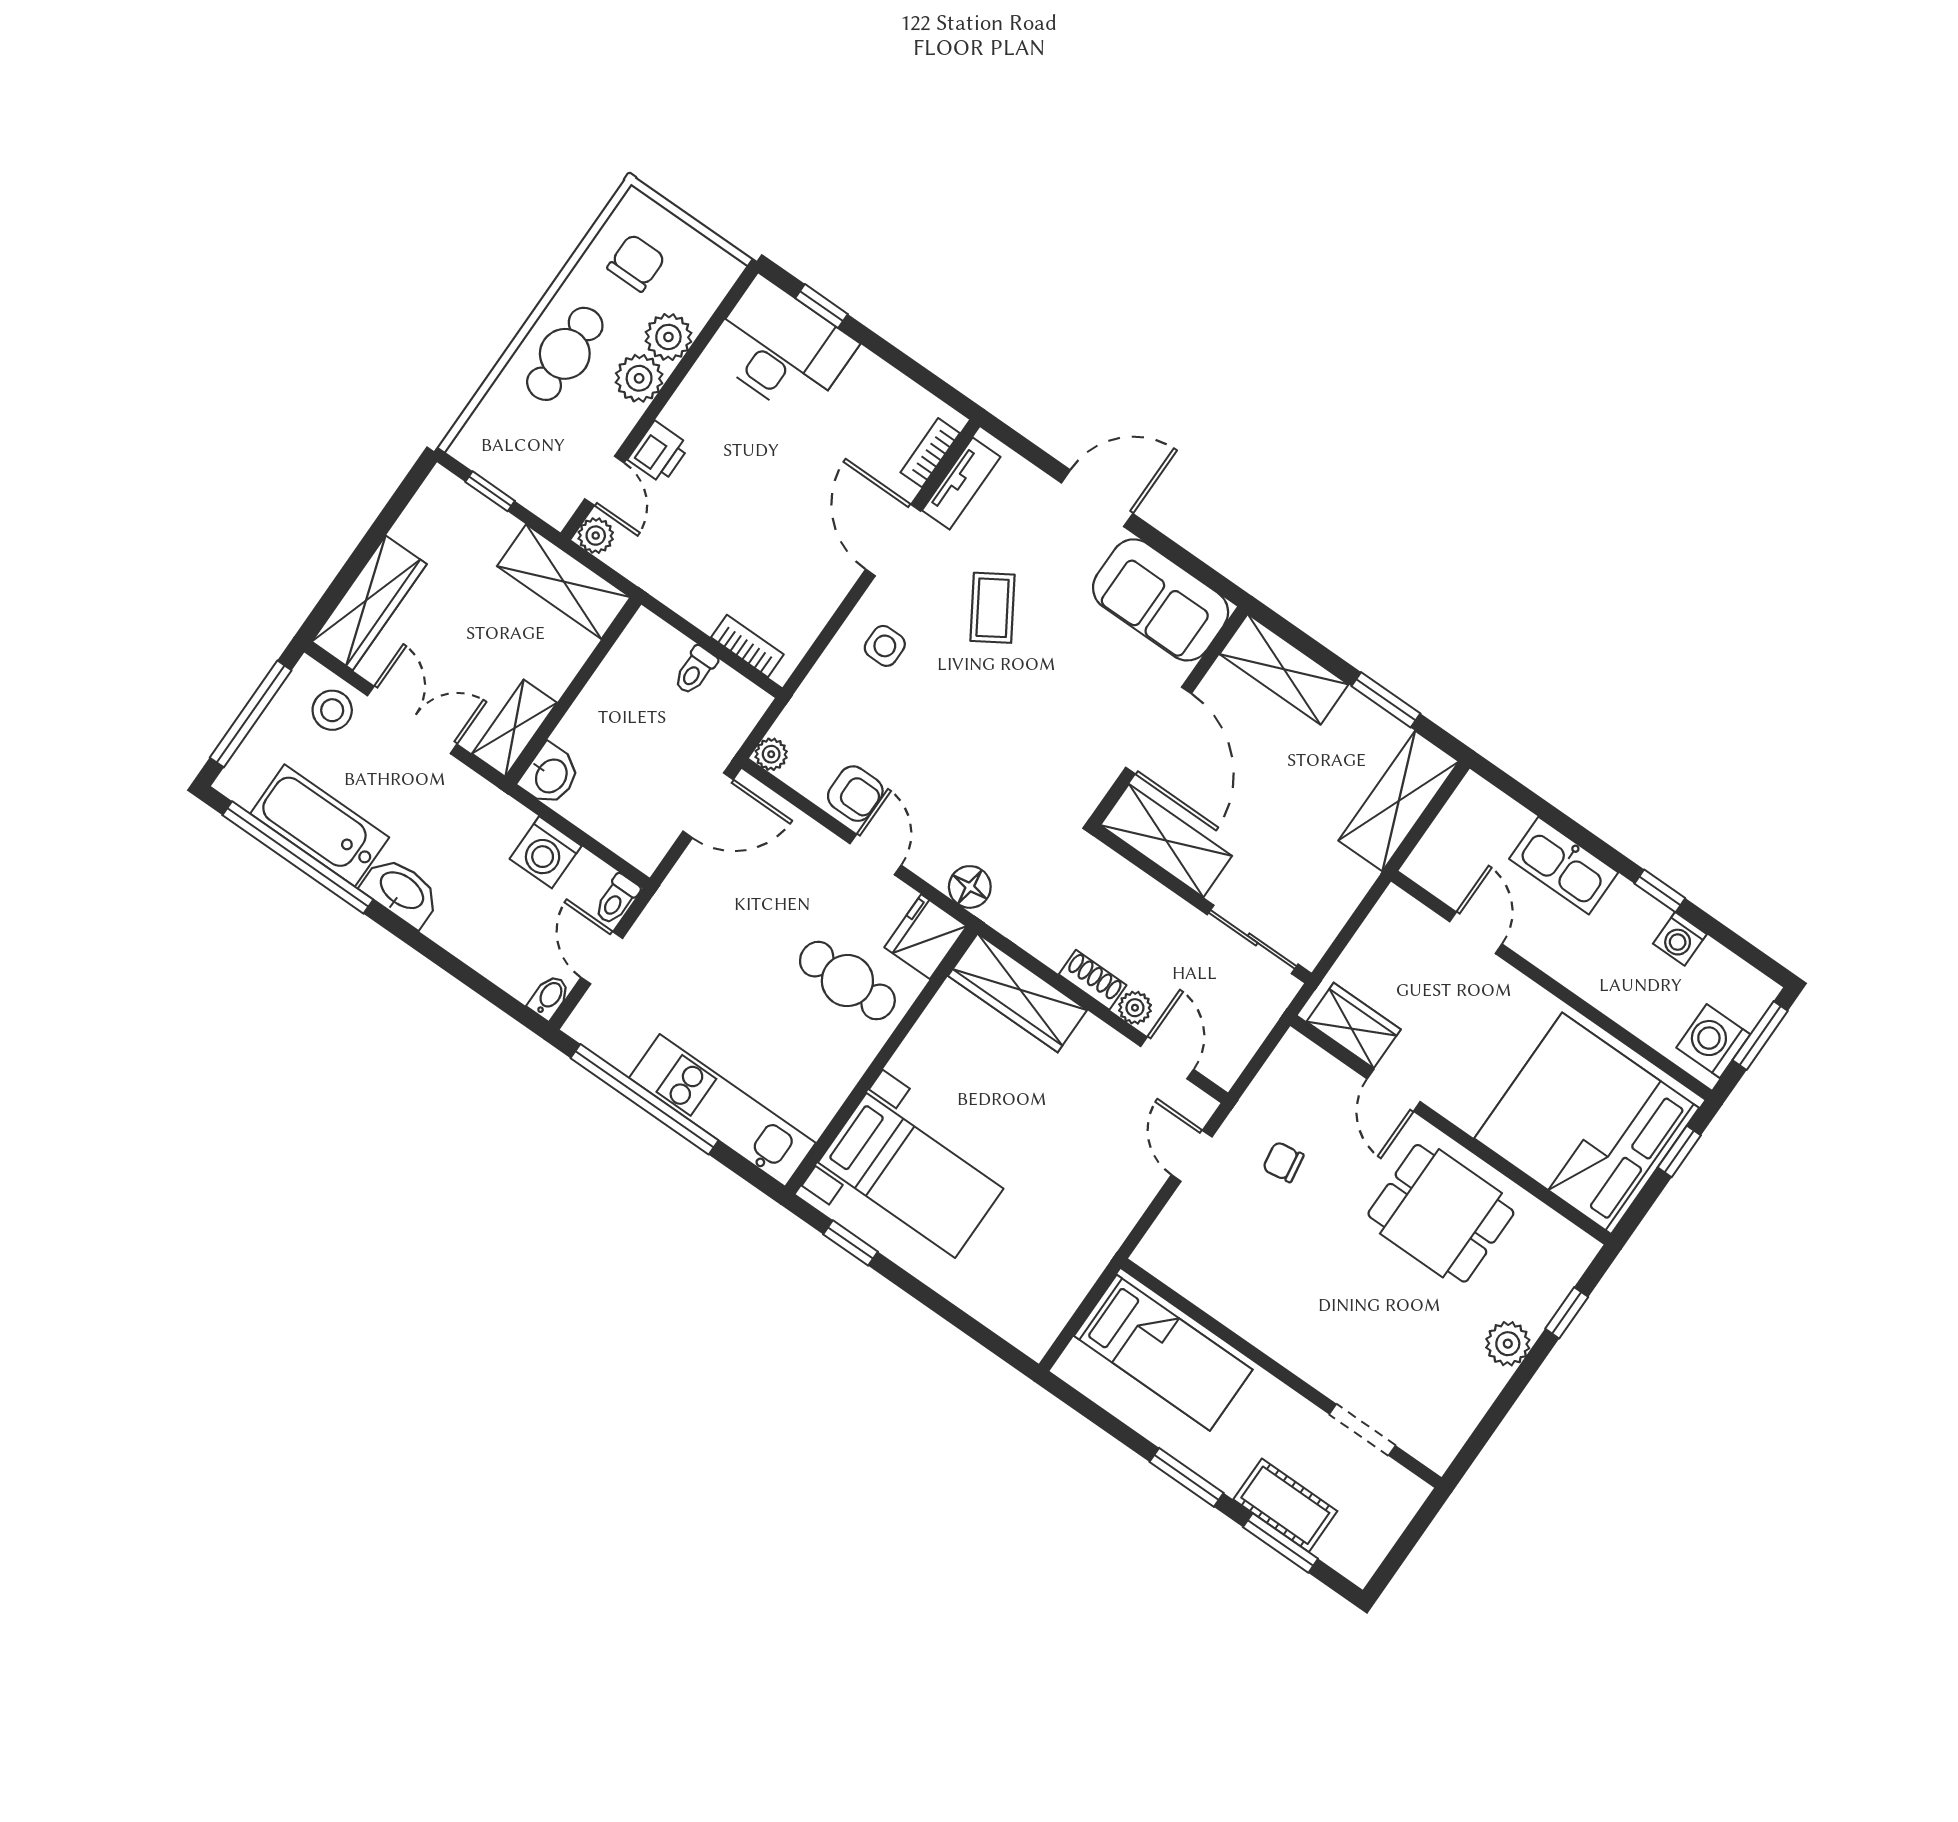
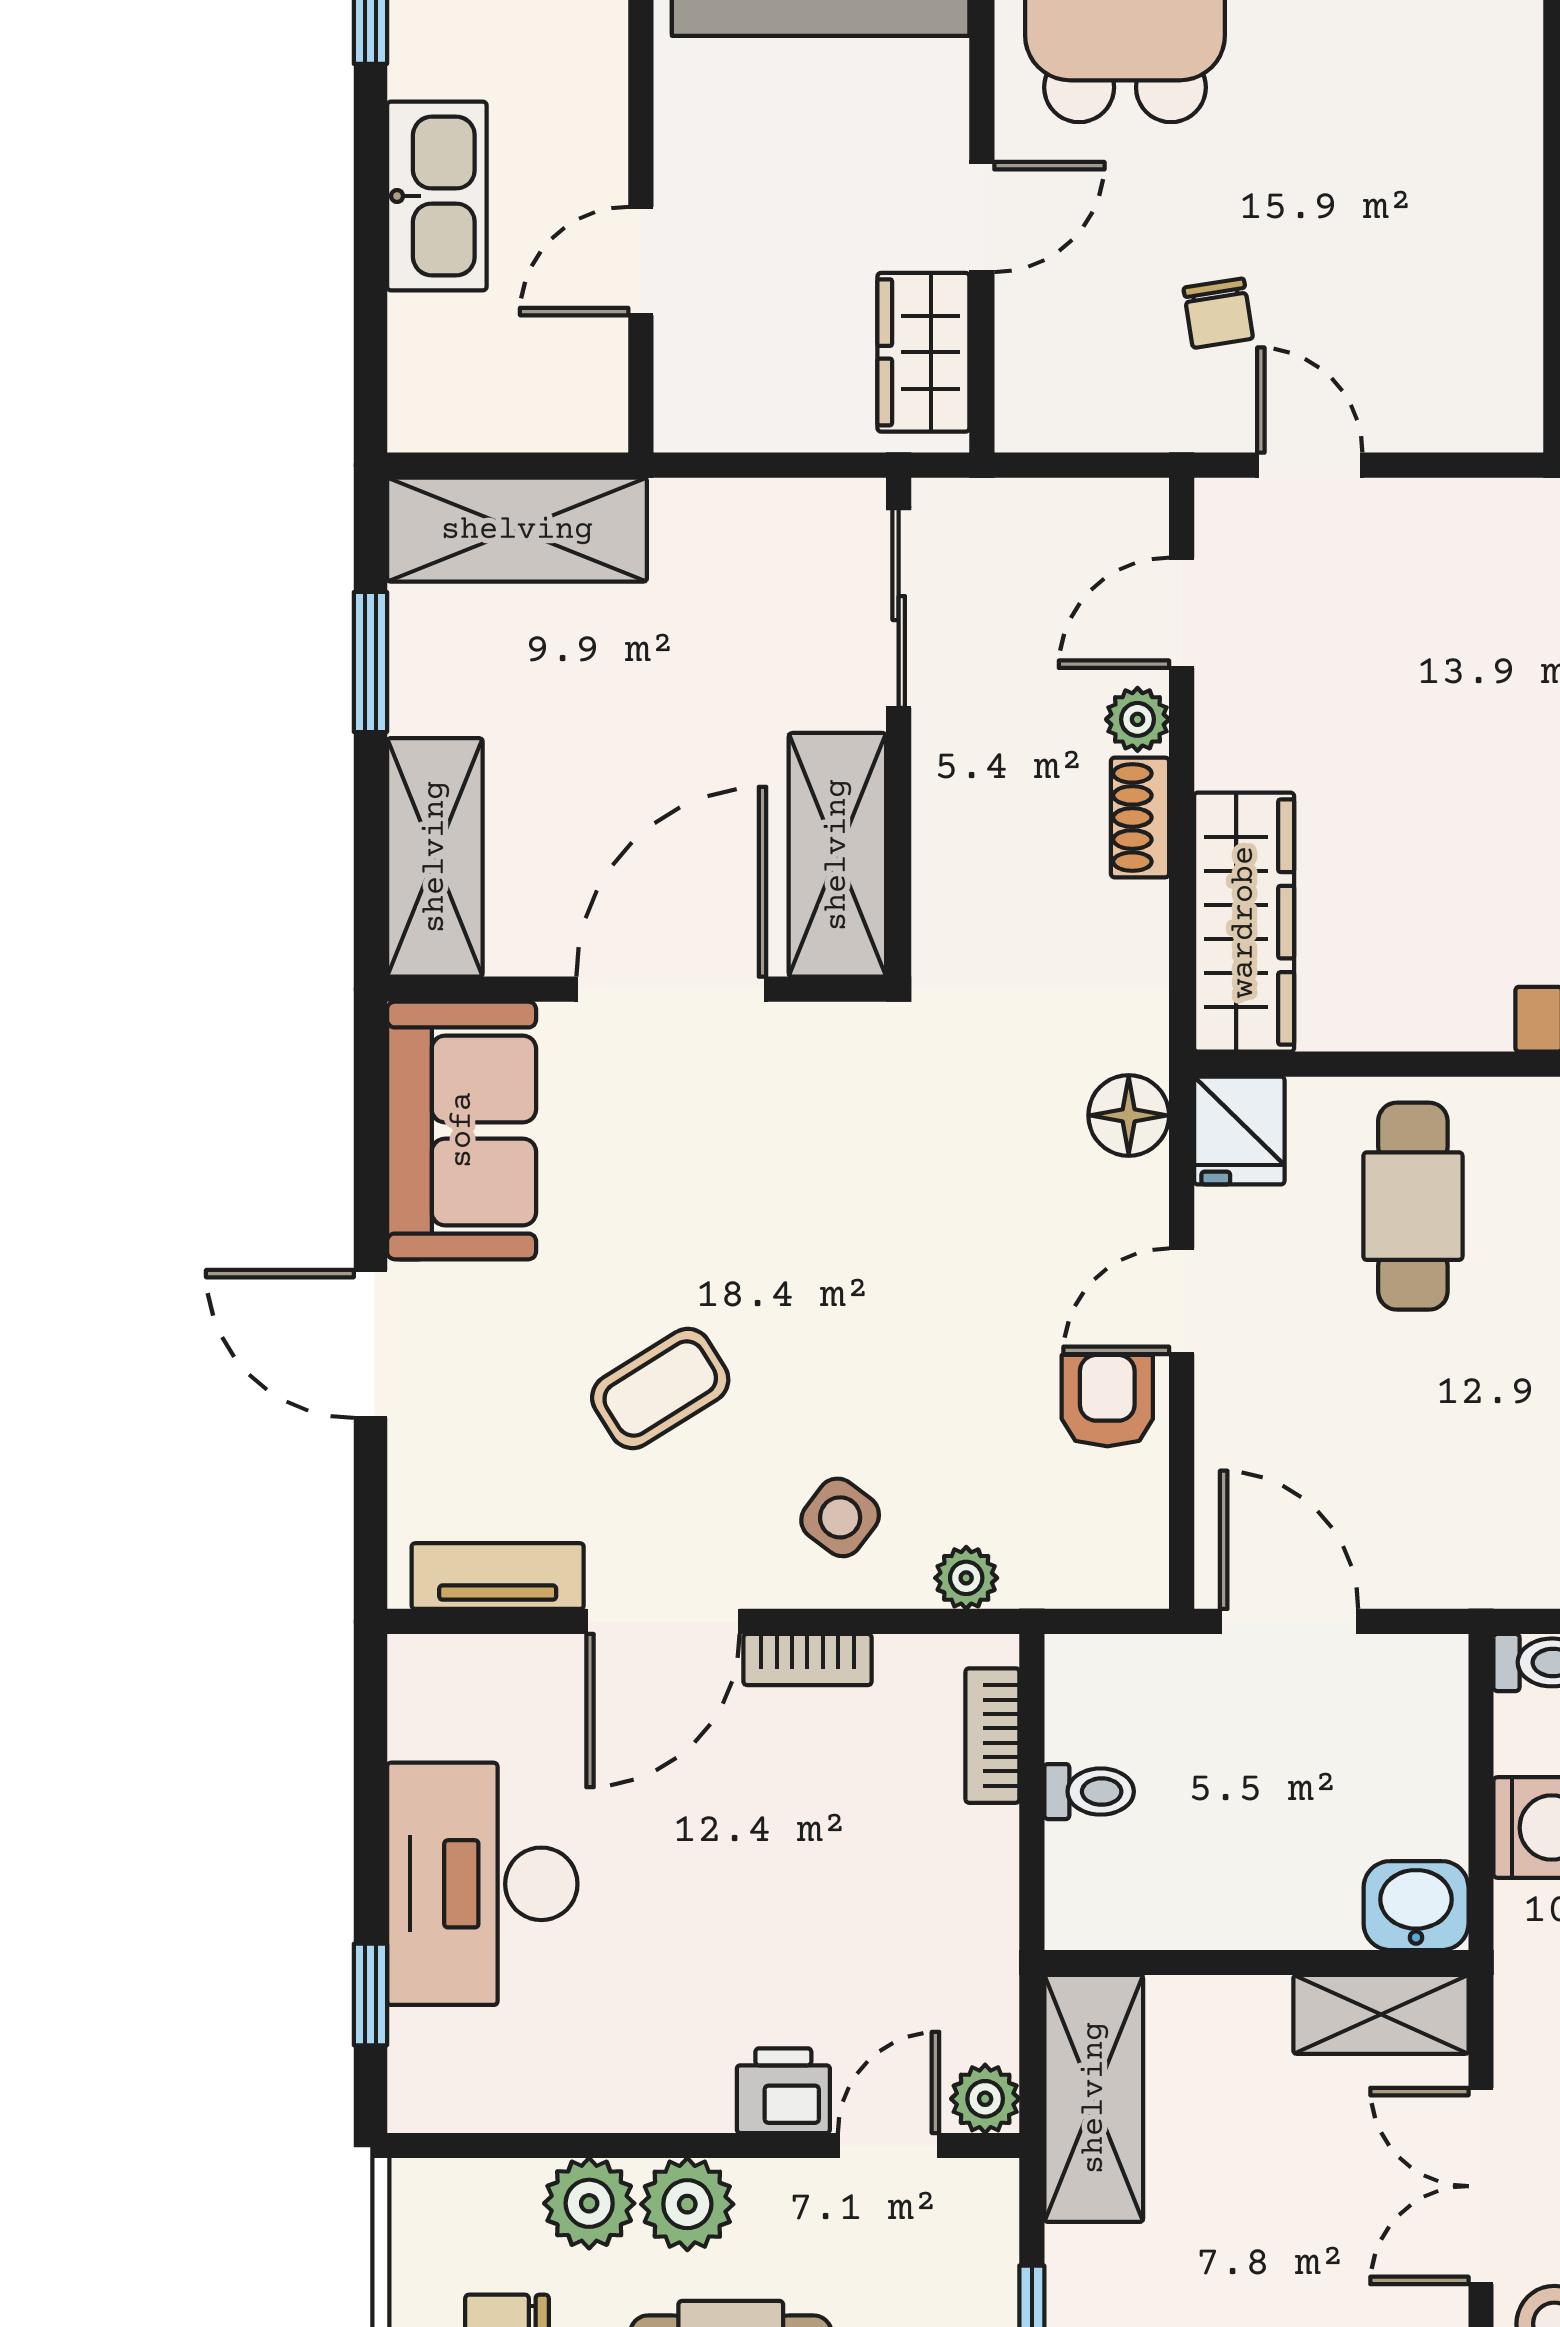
desk: (781, 348) -> (482, 1884), moved
bookcase: (930, 453) -> (807, 1660), moved
side table: (885, 646) -> (840, 1517), turned 37
plant: (771, 754) -> (966, 1578), moved
fridge: (926, 937) -> (1239, 1131), width x0.72
door: (1192, 1156) -> (1310, 465), swing flipped

